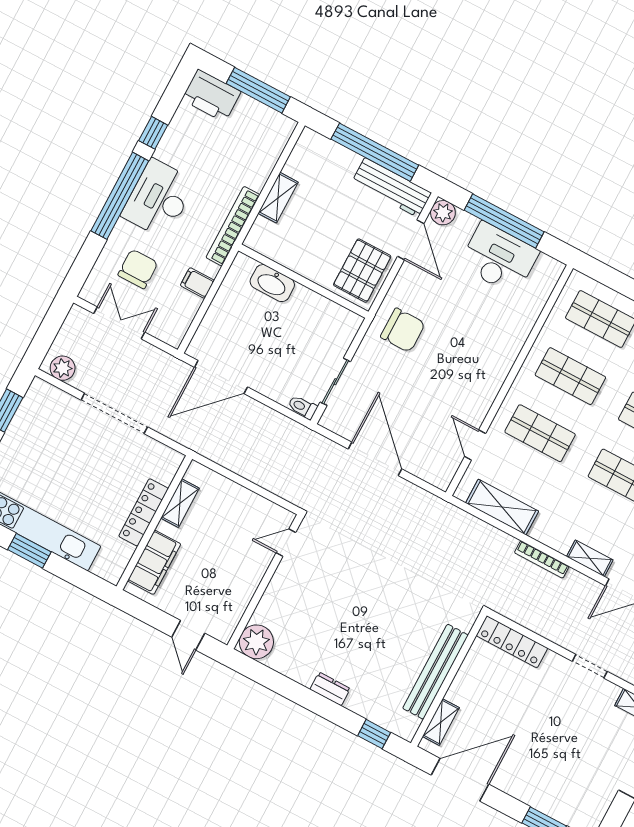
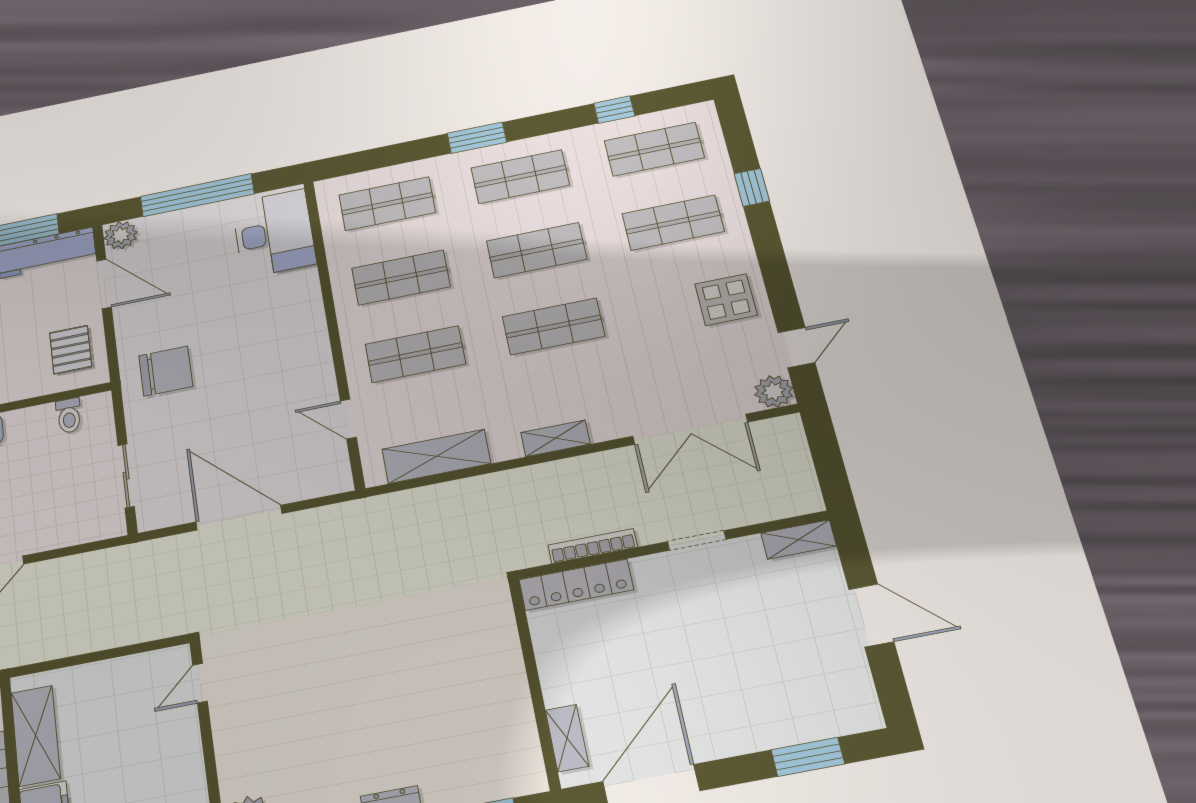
desk: (499, 258) -> (274, 233), moved, turned 90
pallet: (362, 271) -> (71, 350), width x0.67, depth x0.71
toilet: (303, 407) -> (69, 416), moved, turned -90
shelving: (180, 503) -> (36, 736), width x1.50, depth x1.33
shelving: (590, 558) -> (555, 438), moved
bookcase: (542, 559) -> (593, 546), moved, turned 180
bench: (435, 672) -> (510, 687), removed

